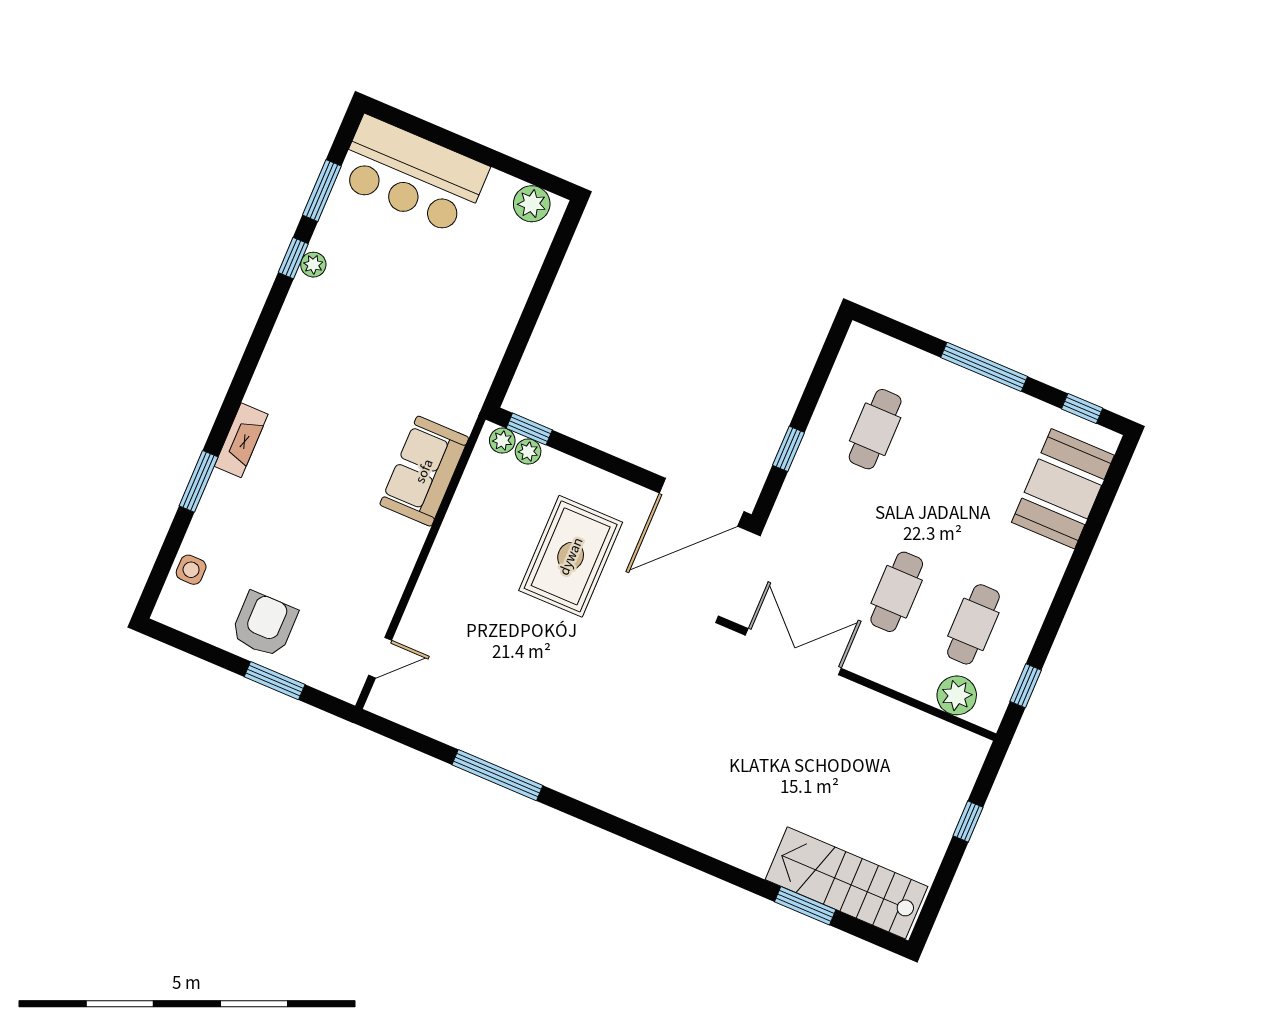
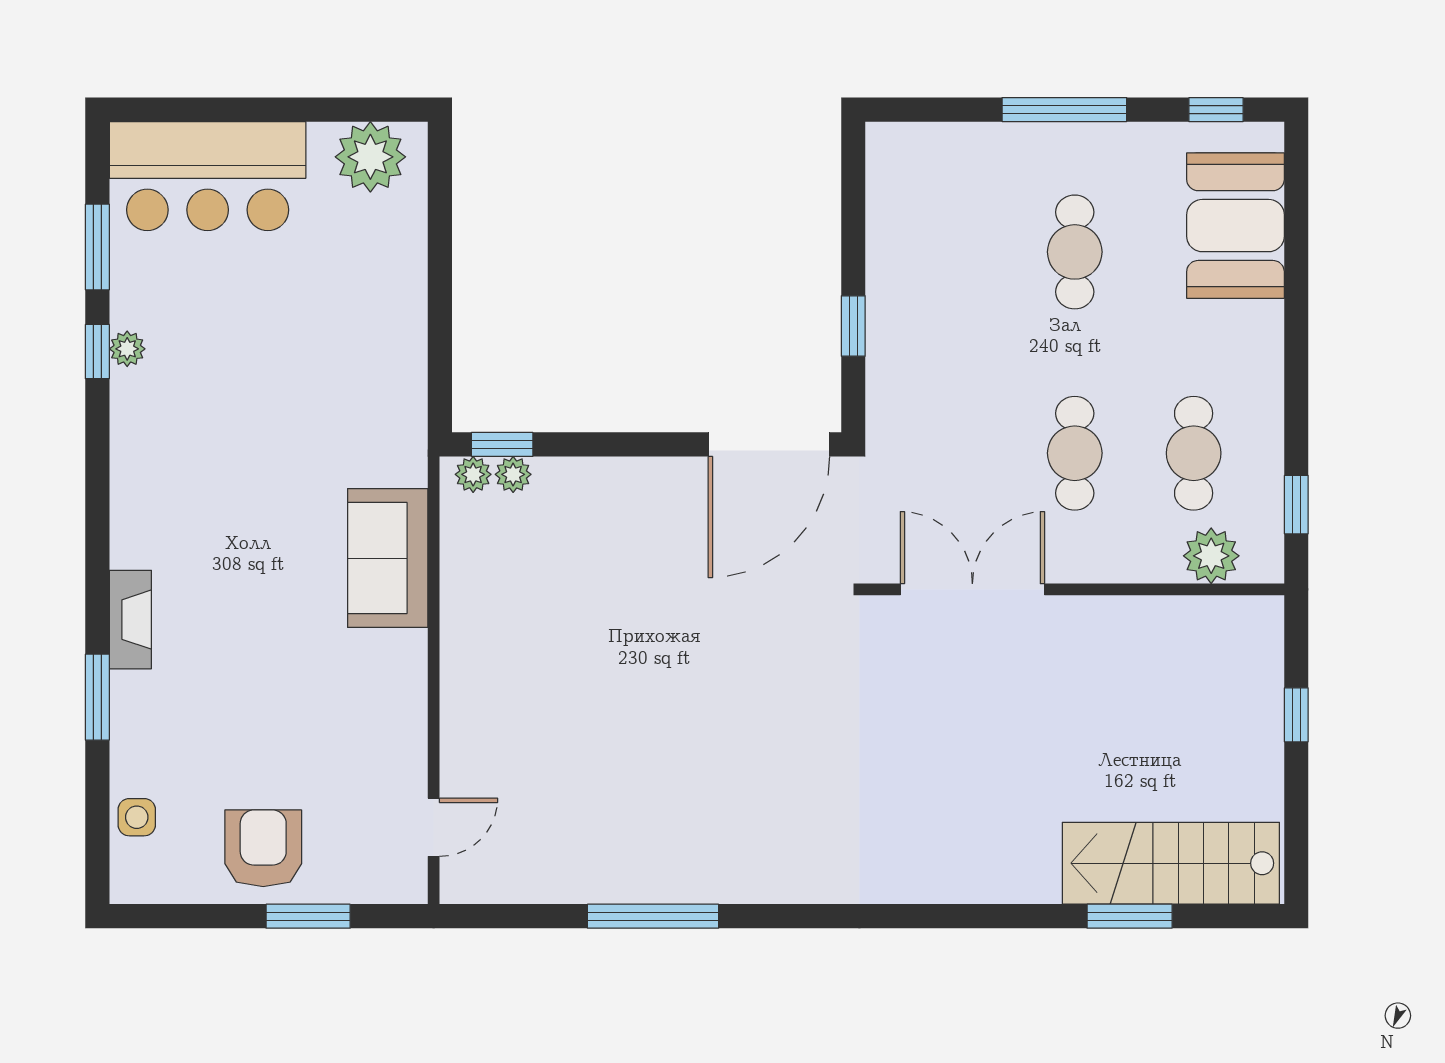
plant: (532, 204) -> (370, 157), width x1.36, depth x1.36
cafe table: (875, 429) -> (1075, 252), moved
rug: (571, 556) -> (627, 588), removed

